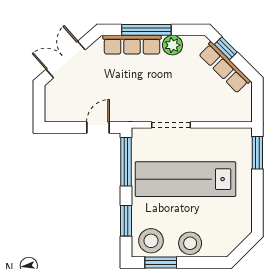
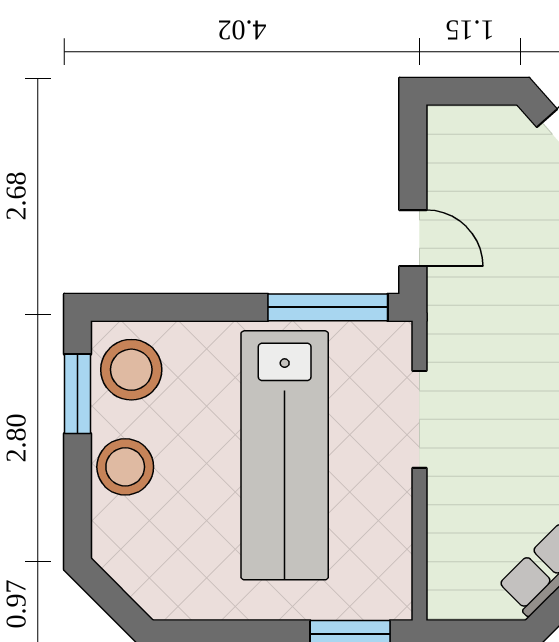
lab bench: (185, 179) -> (285, 455), turned 180
window: (126, 221) -> (181, 307), removed

